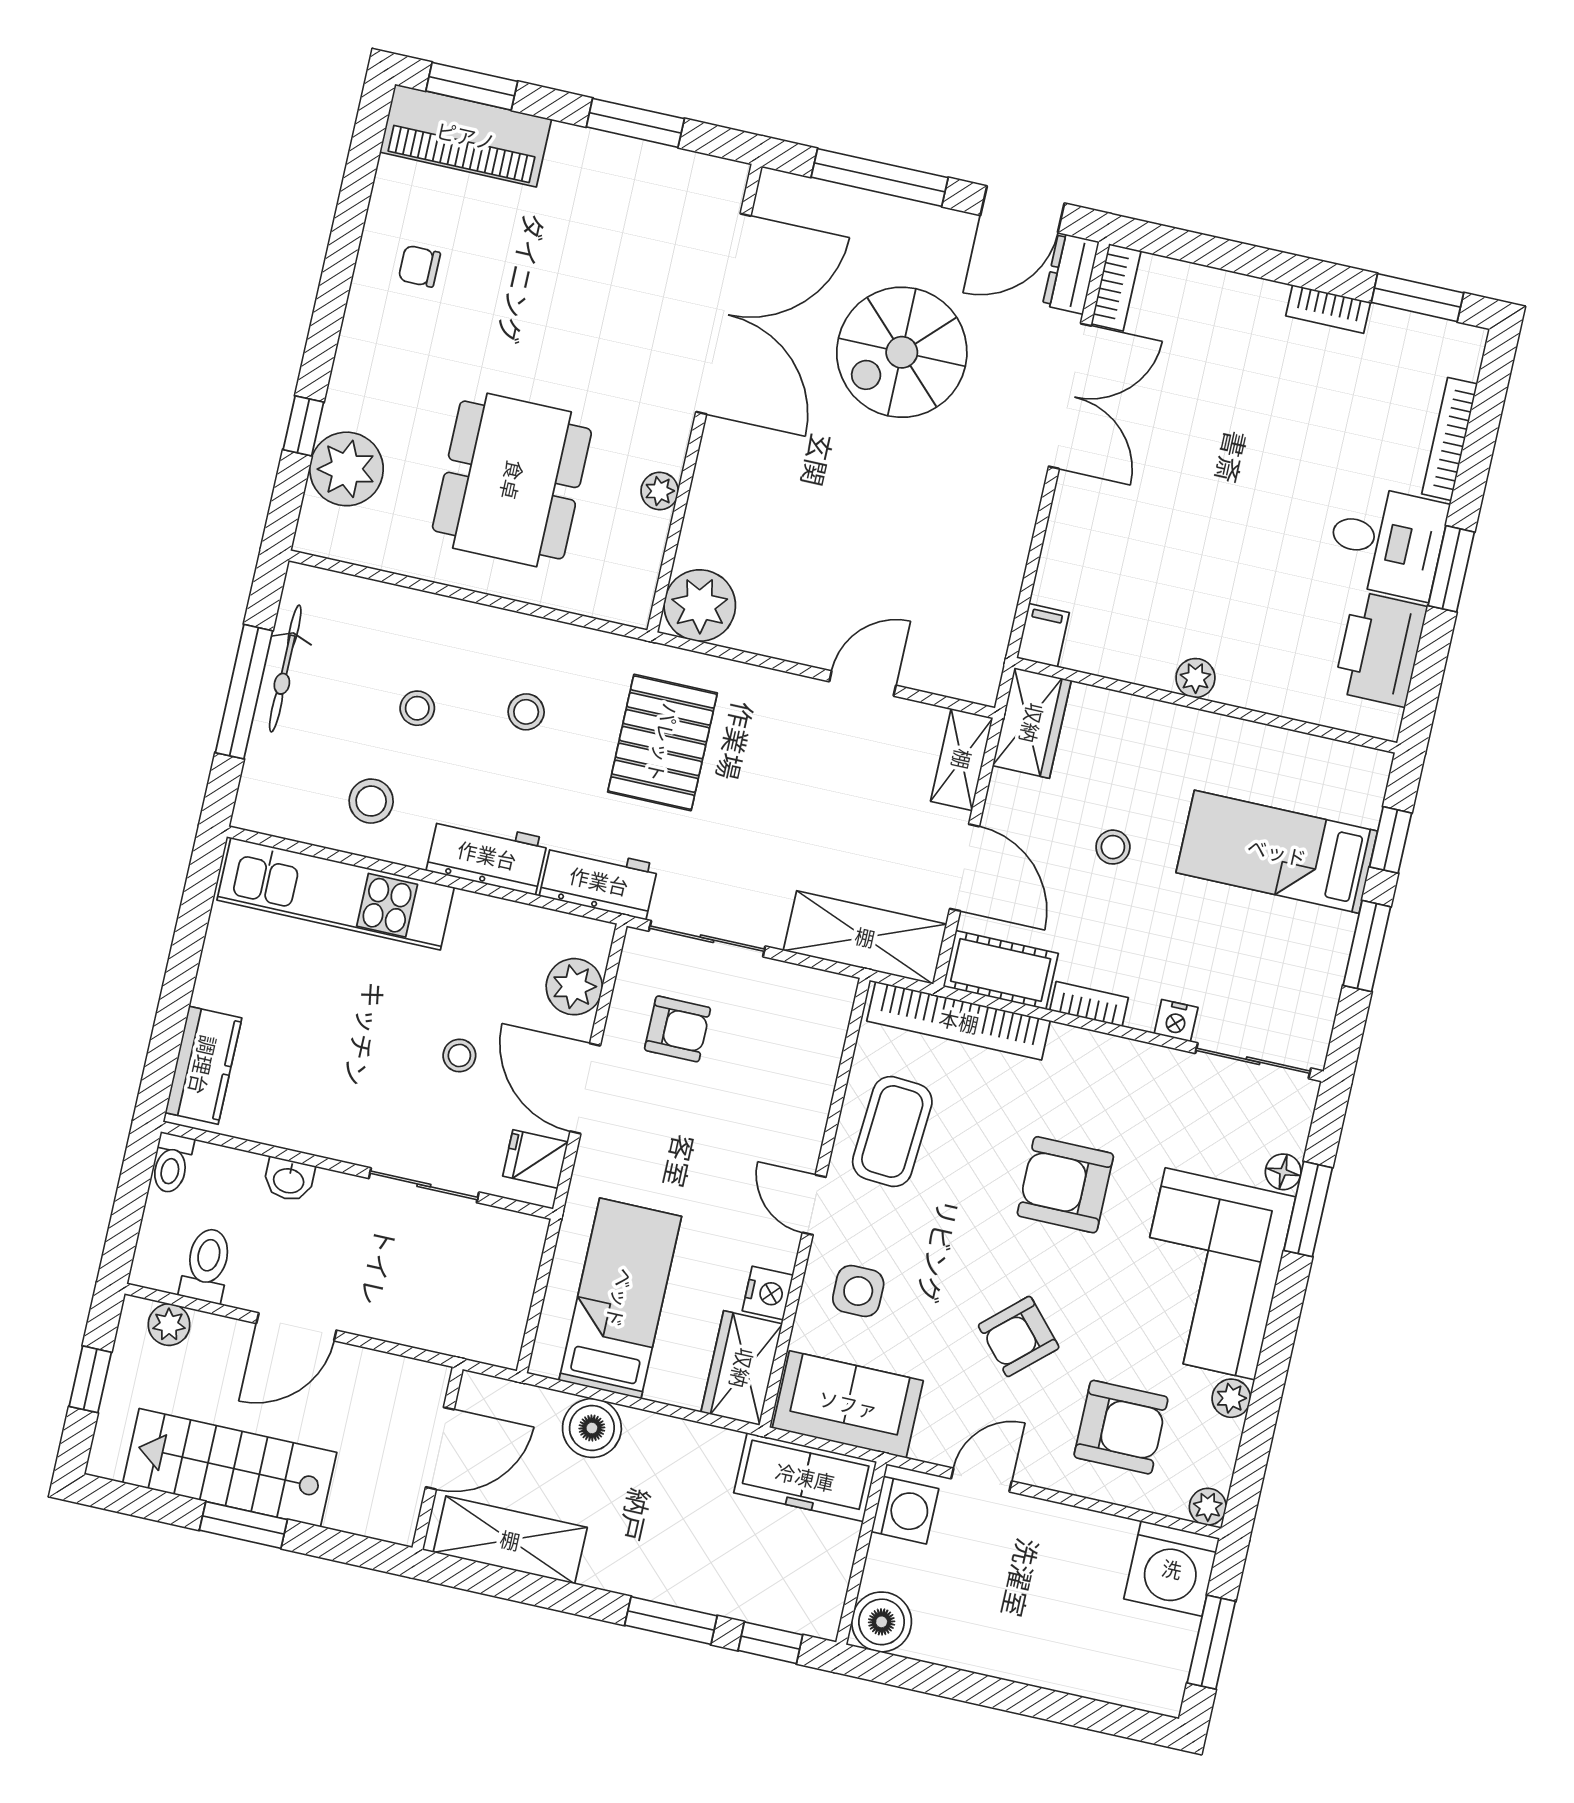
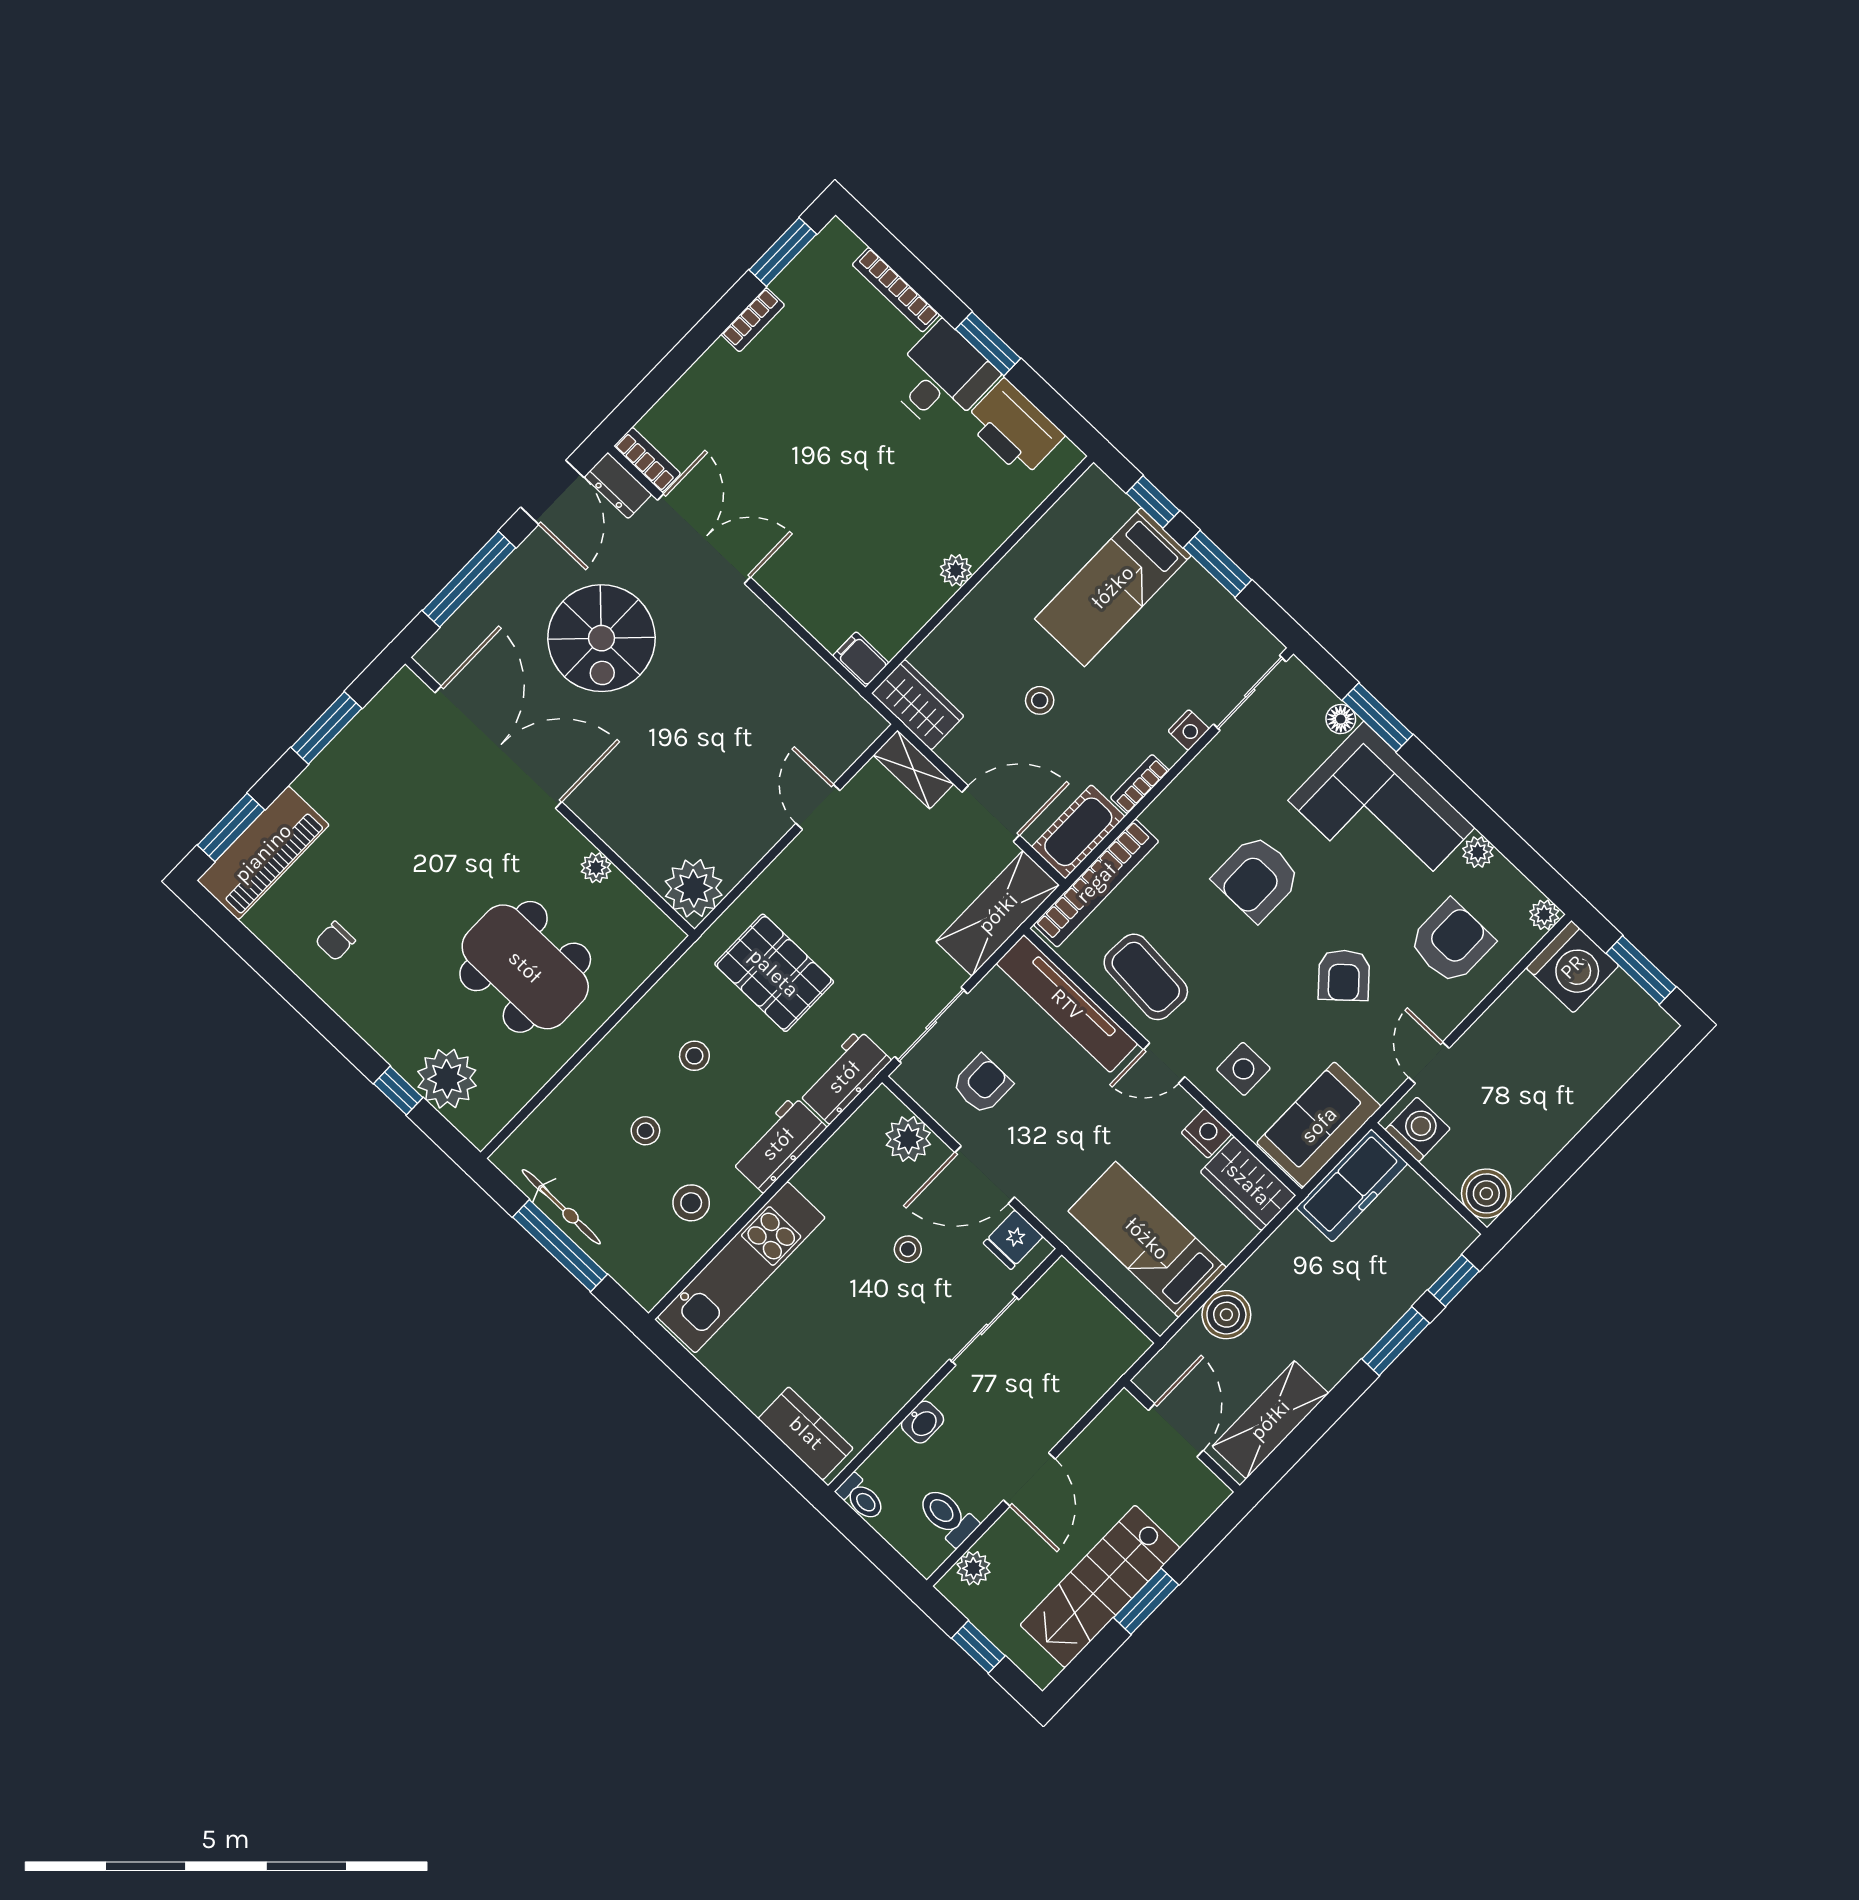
tv unit: (815, 1066) -> (1067, 1004), added

